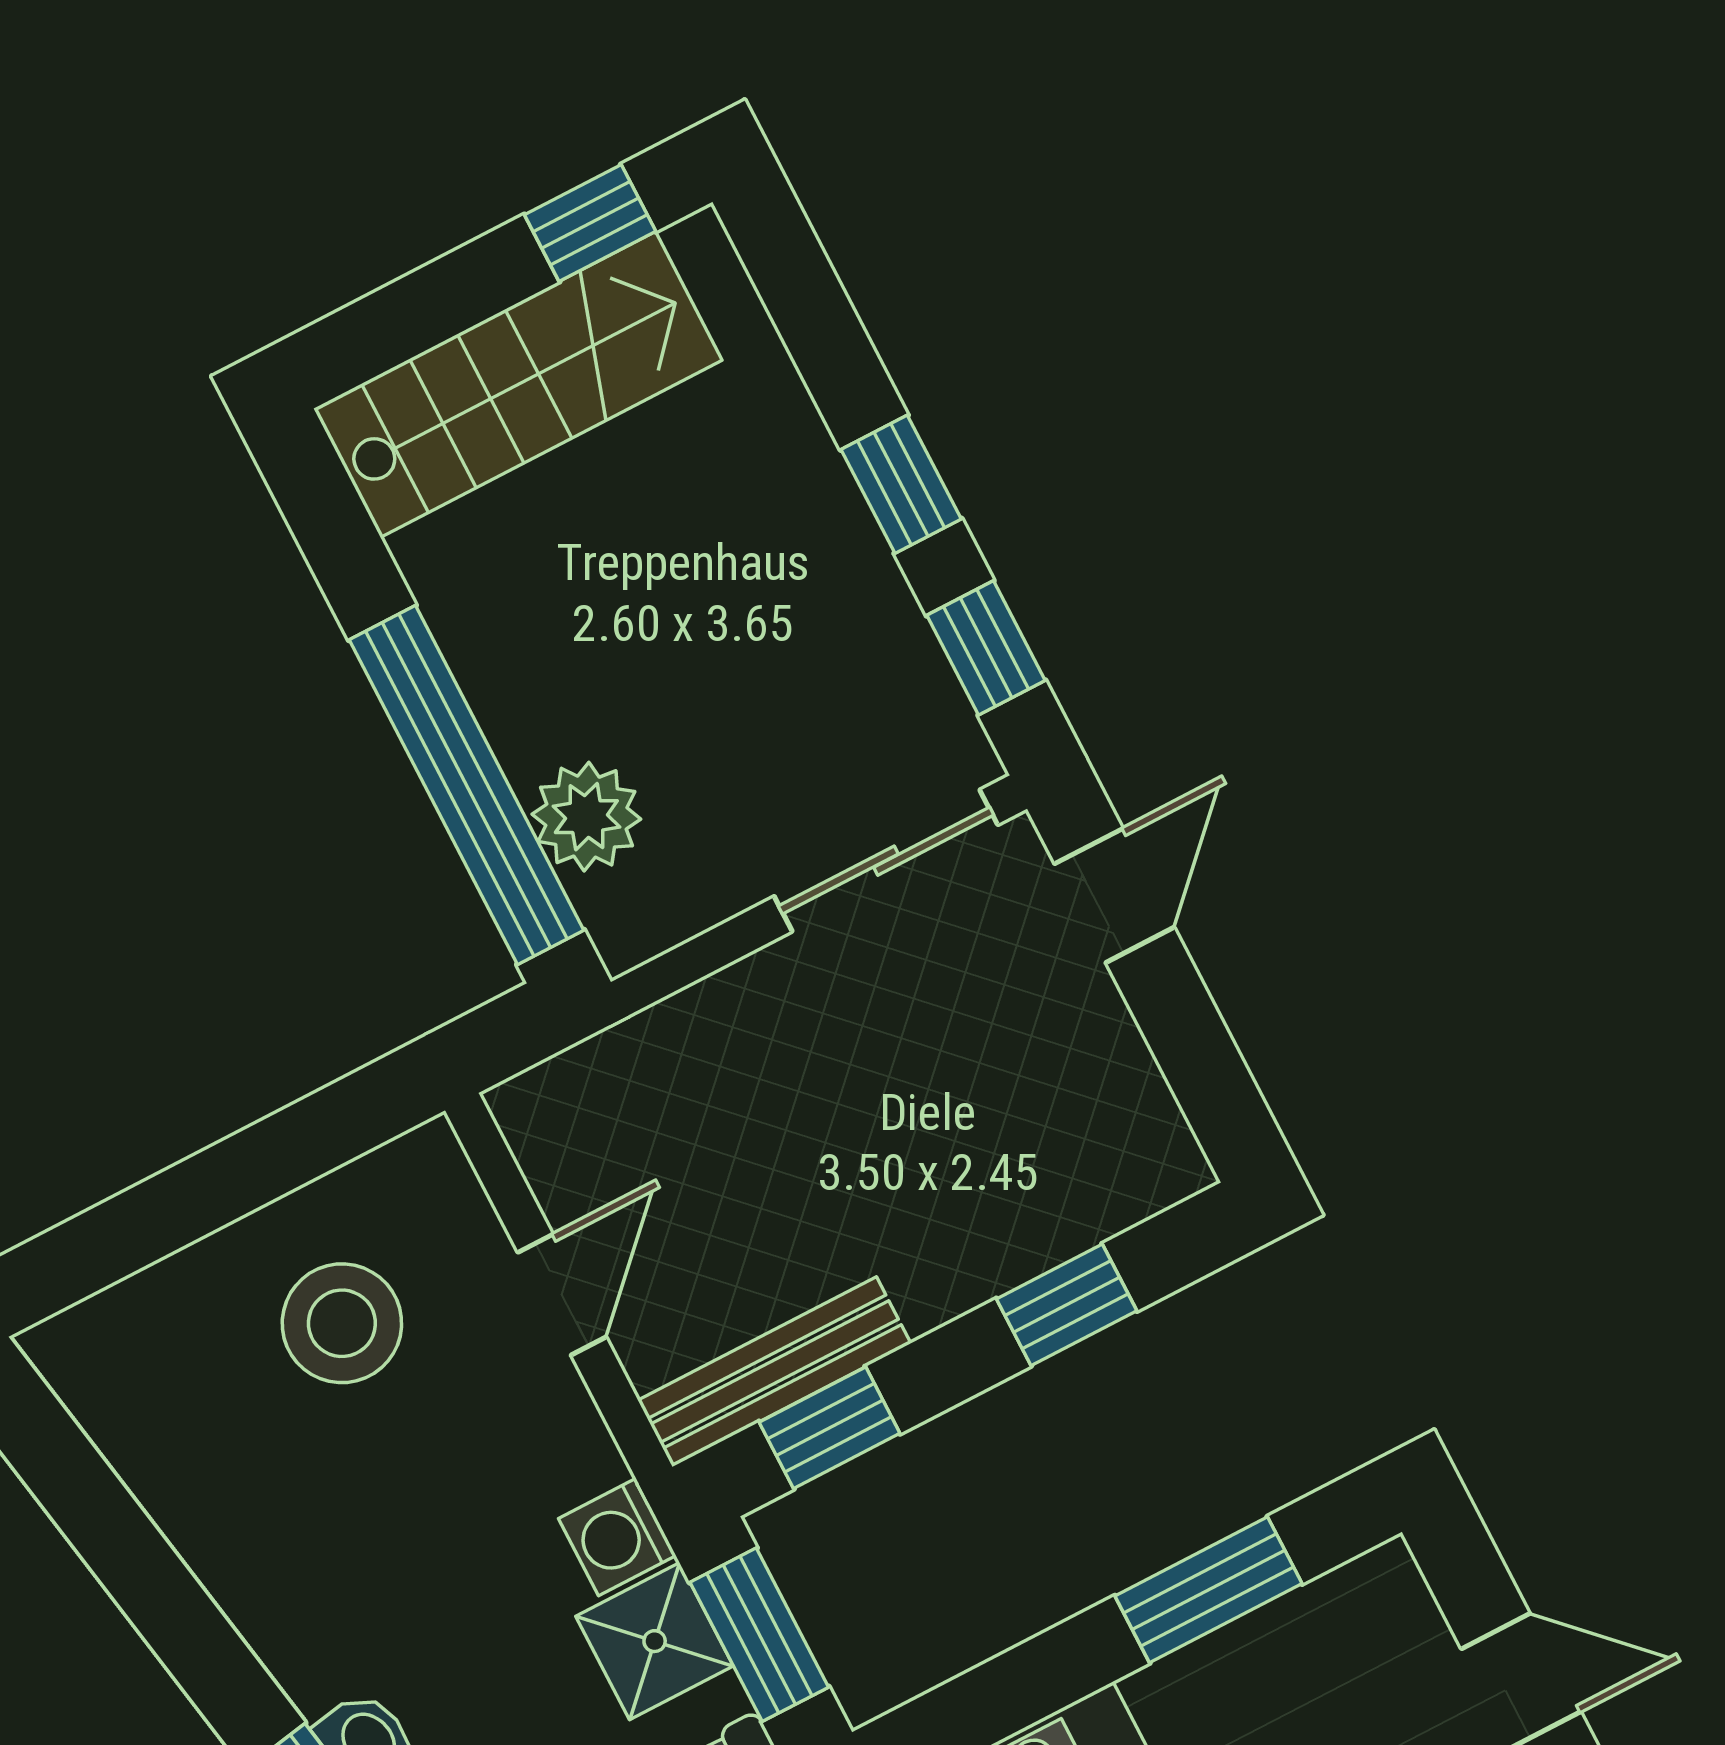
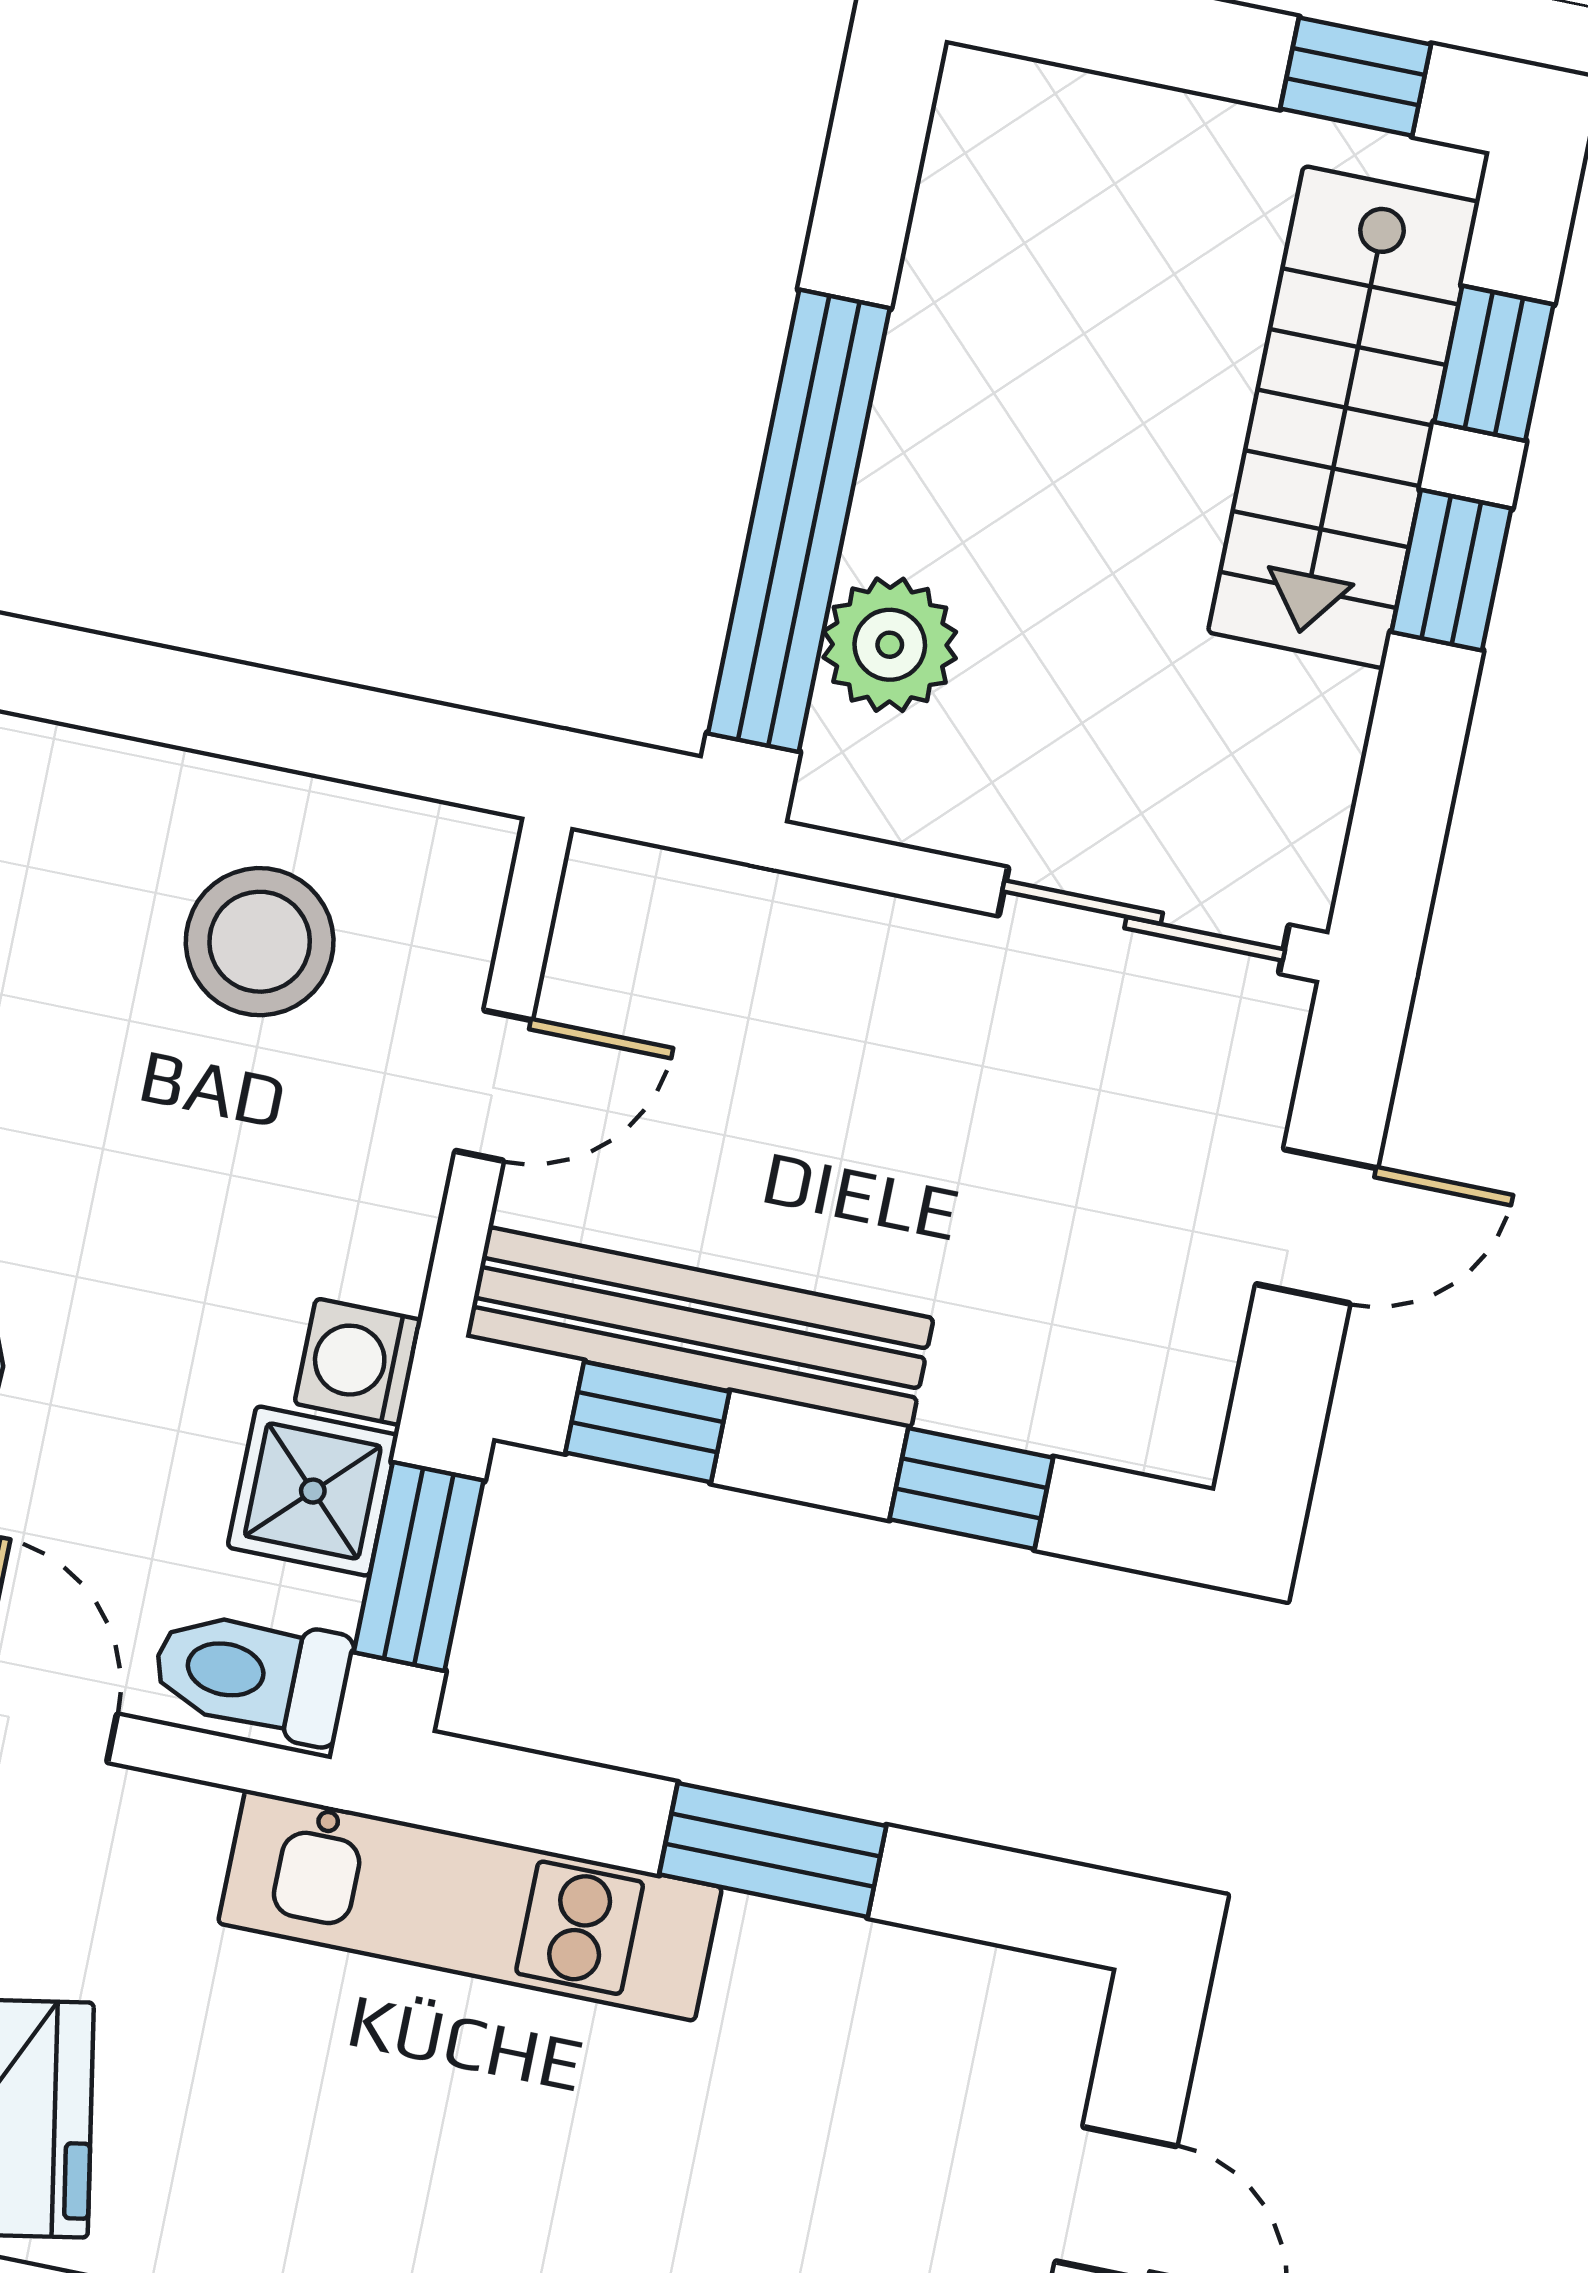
stairs: (518, 384) -> (1344, 417), moved, turned 90
window: (986, 648) -> (1494, 363), moved
door: (1114, 895) -> (1317, 1226), moved
bench: (774, 1372) -> (700, 1328), width x1.37, depth x1.21
window: (1209, 1590) -> (773, 1850), moved

